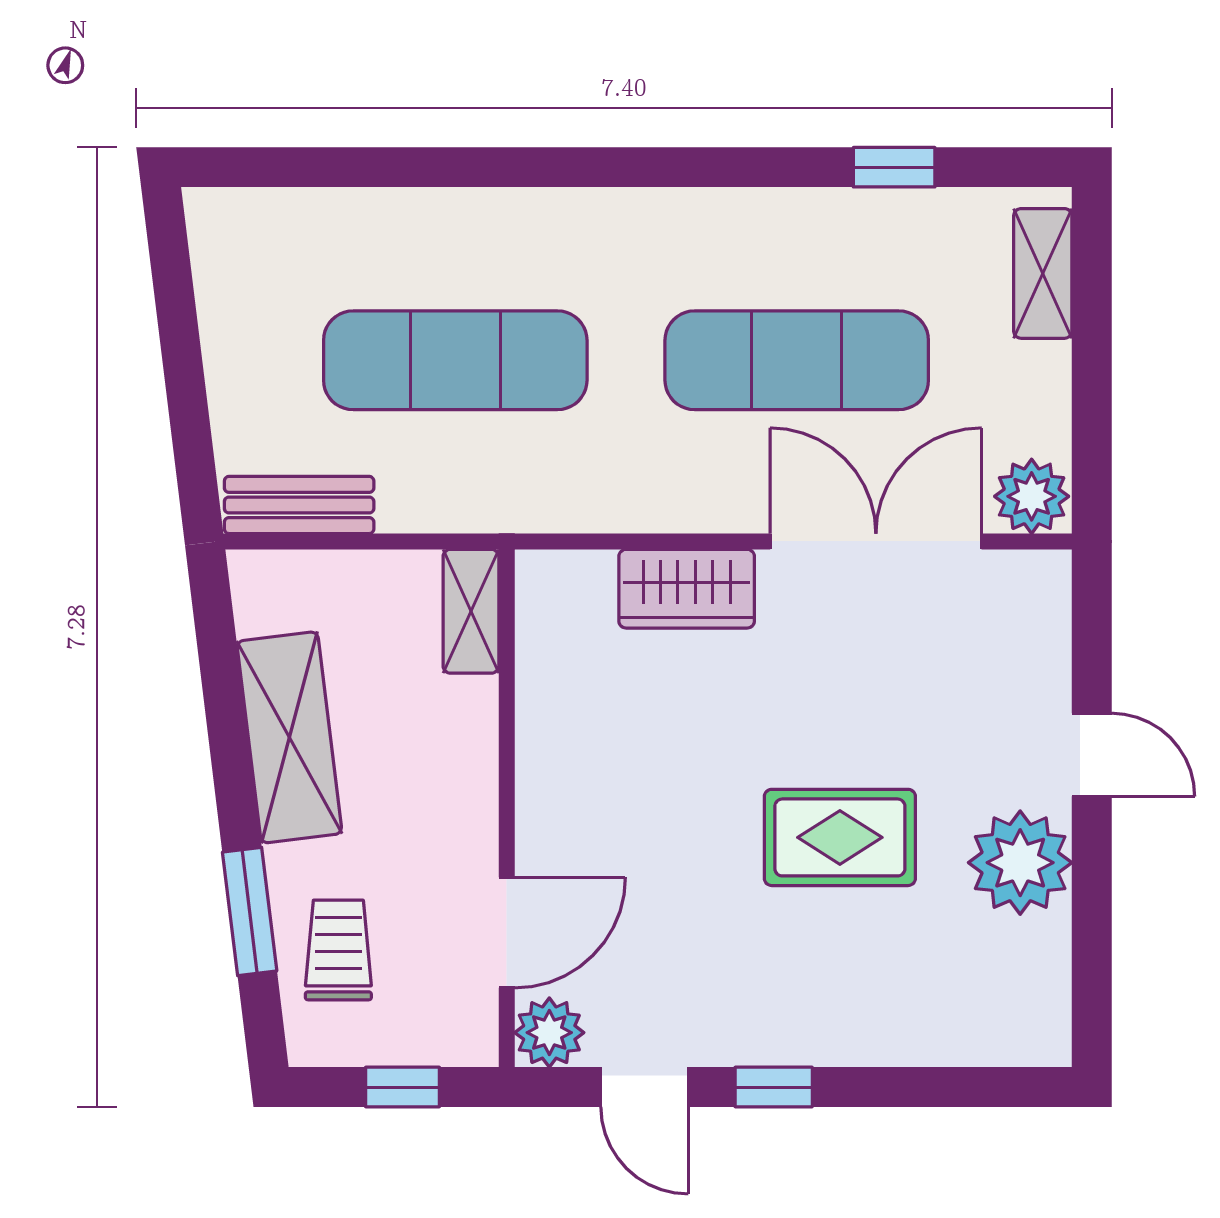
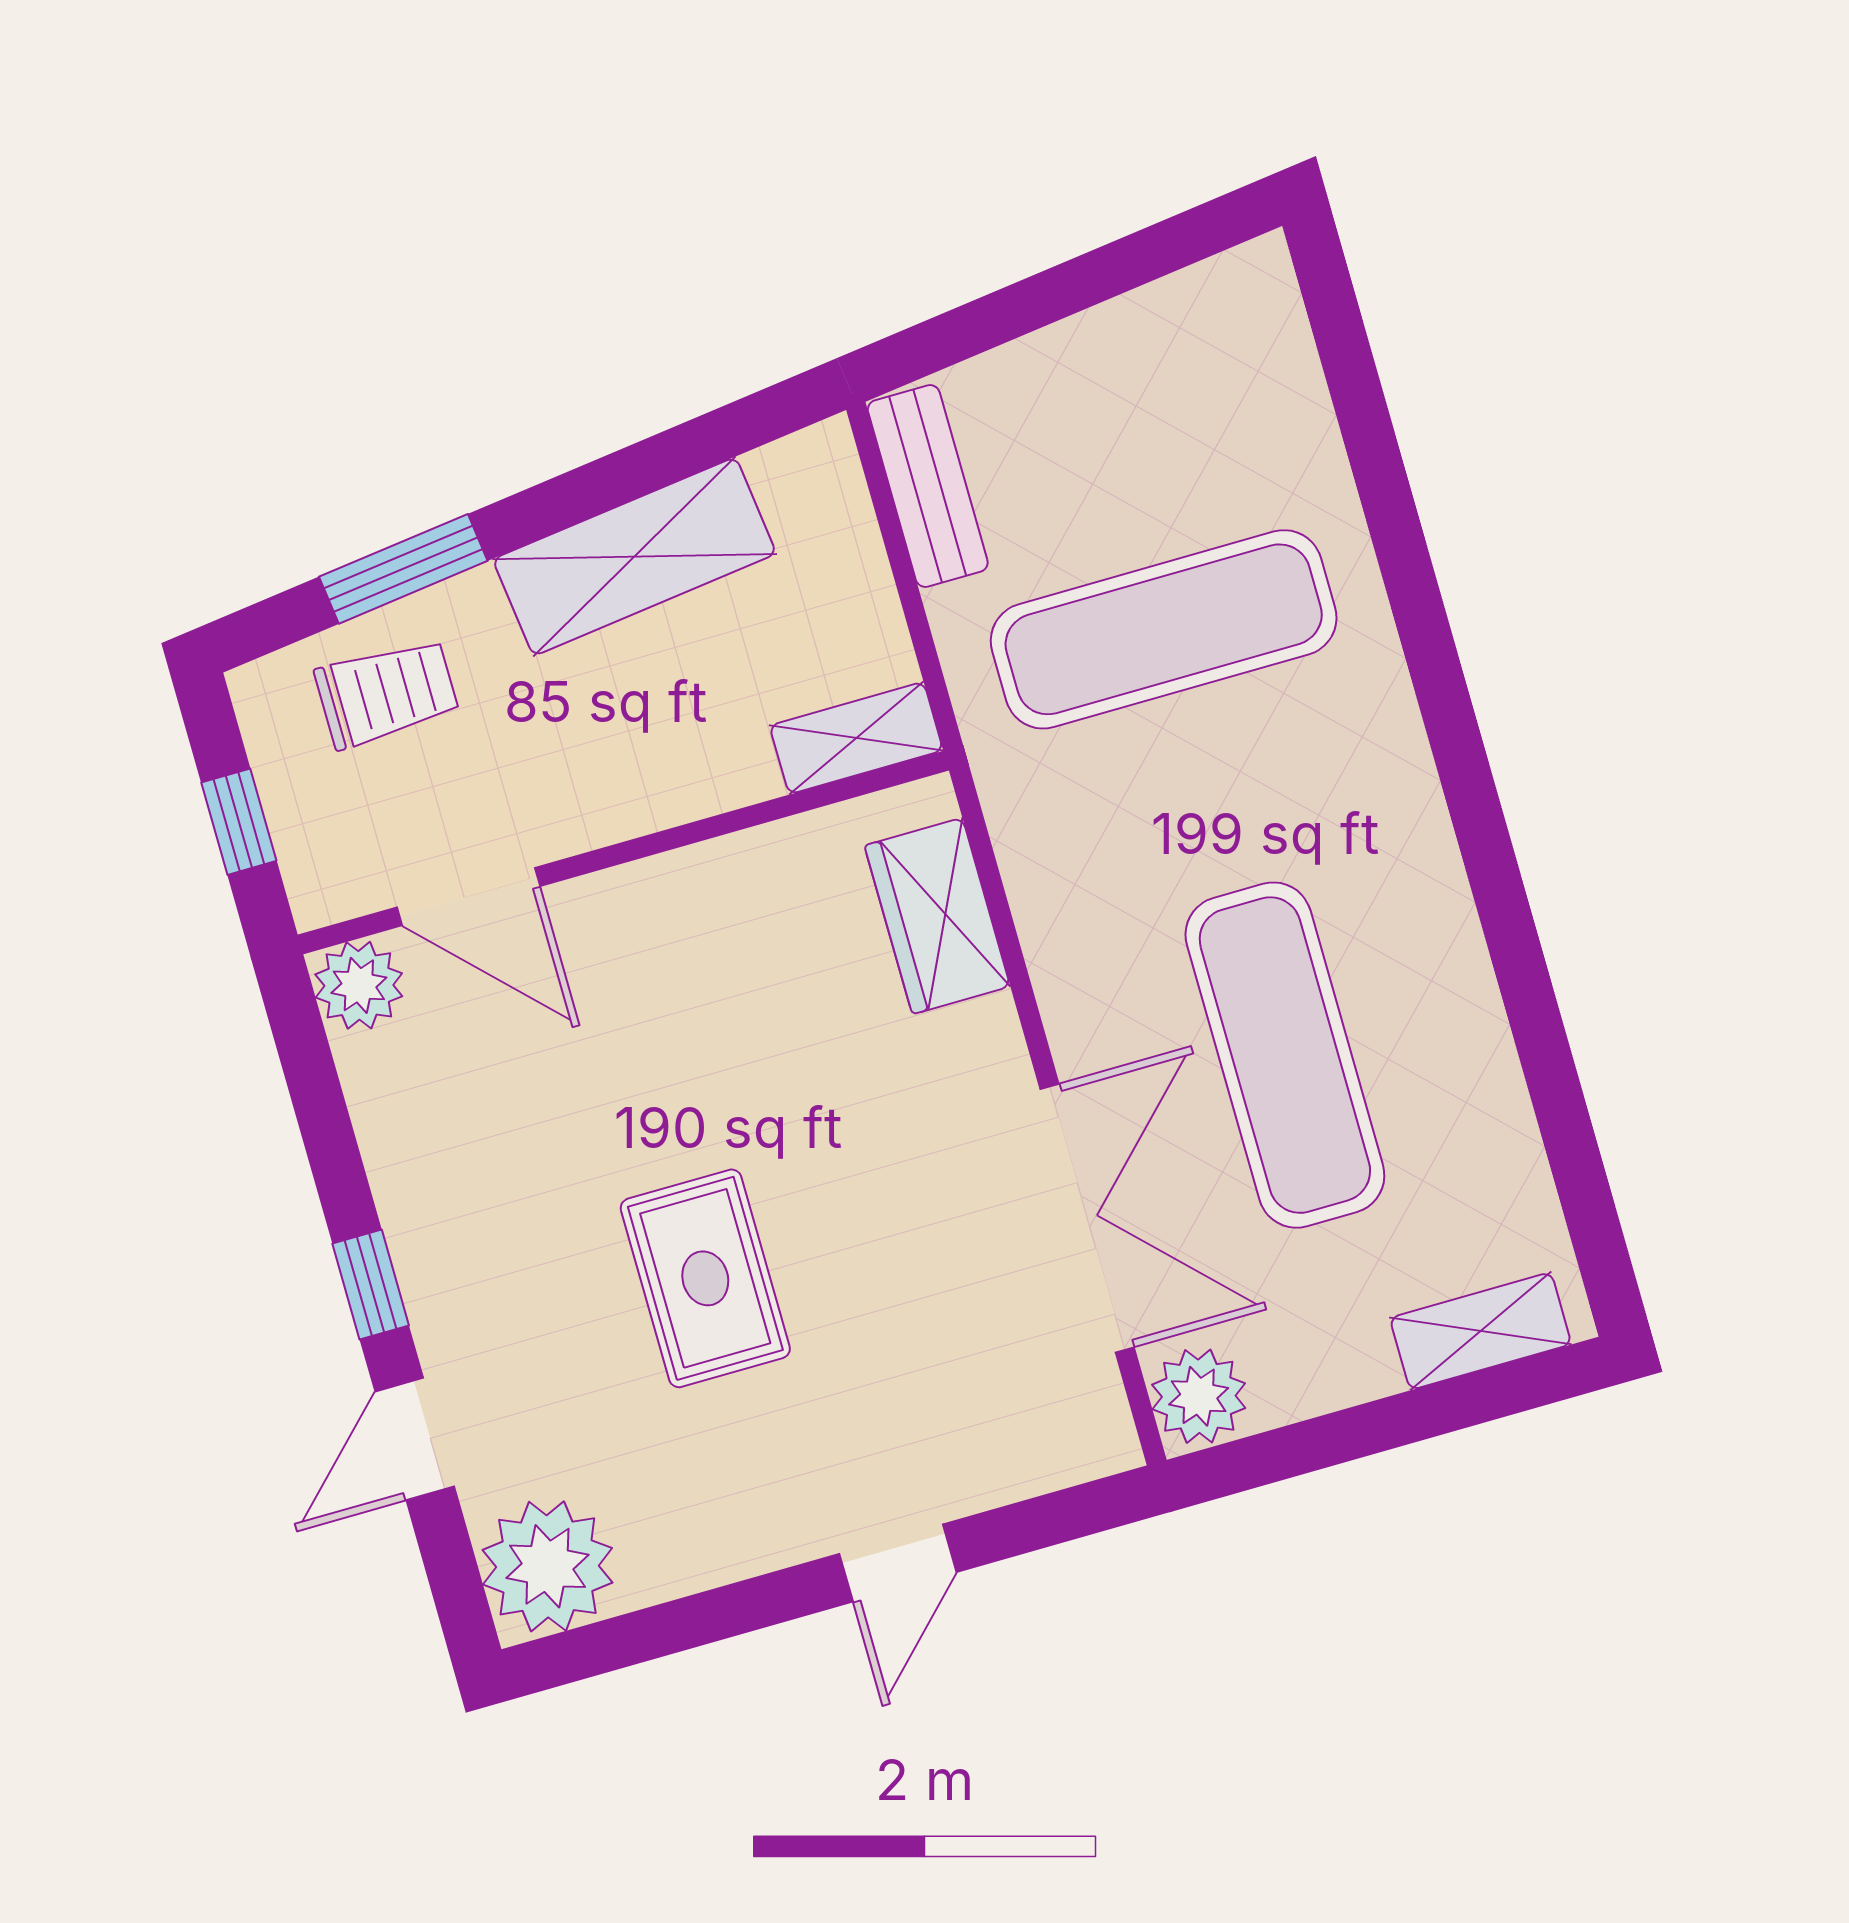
window: (894, 167) -> (1560, 1108), removed
exercise mat: (455, 360) -> (1164, 629), turned 90
wardrobe: (687, 589) -> (937, 916), moved
plant: (1020, 863) -> (547, 1566), moved
door: (644, 1087) -> (415, 1439), moved

